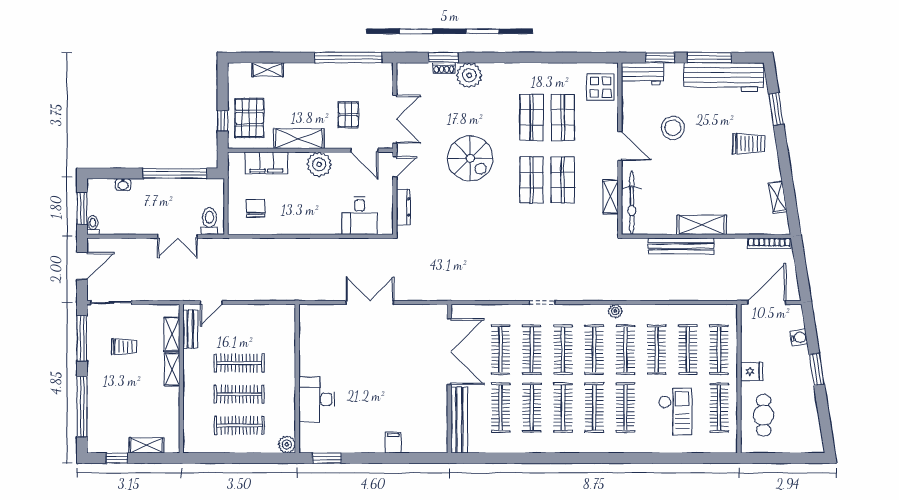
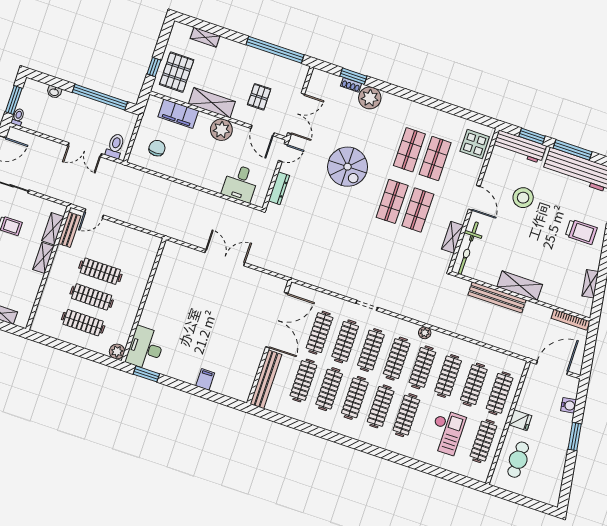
workbench: (643, 73) -> (520, 147), width x1.38
desk: (317, 399) -> (145, 348), moved

